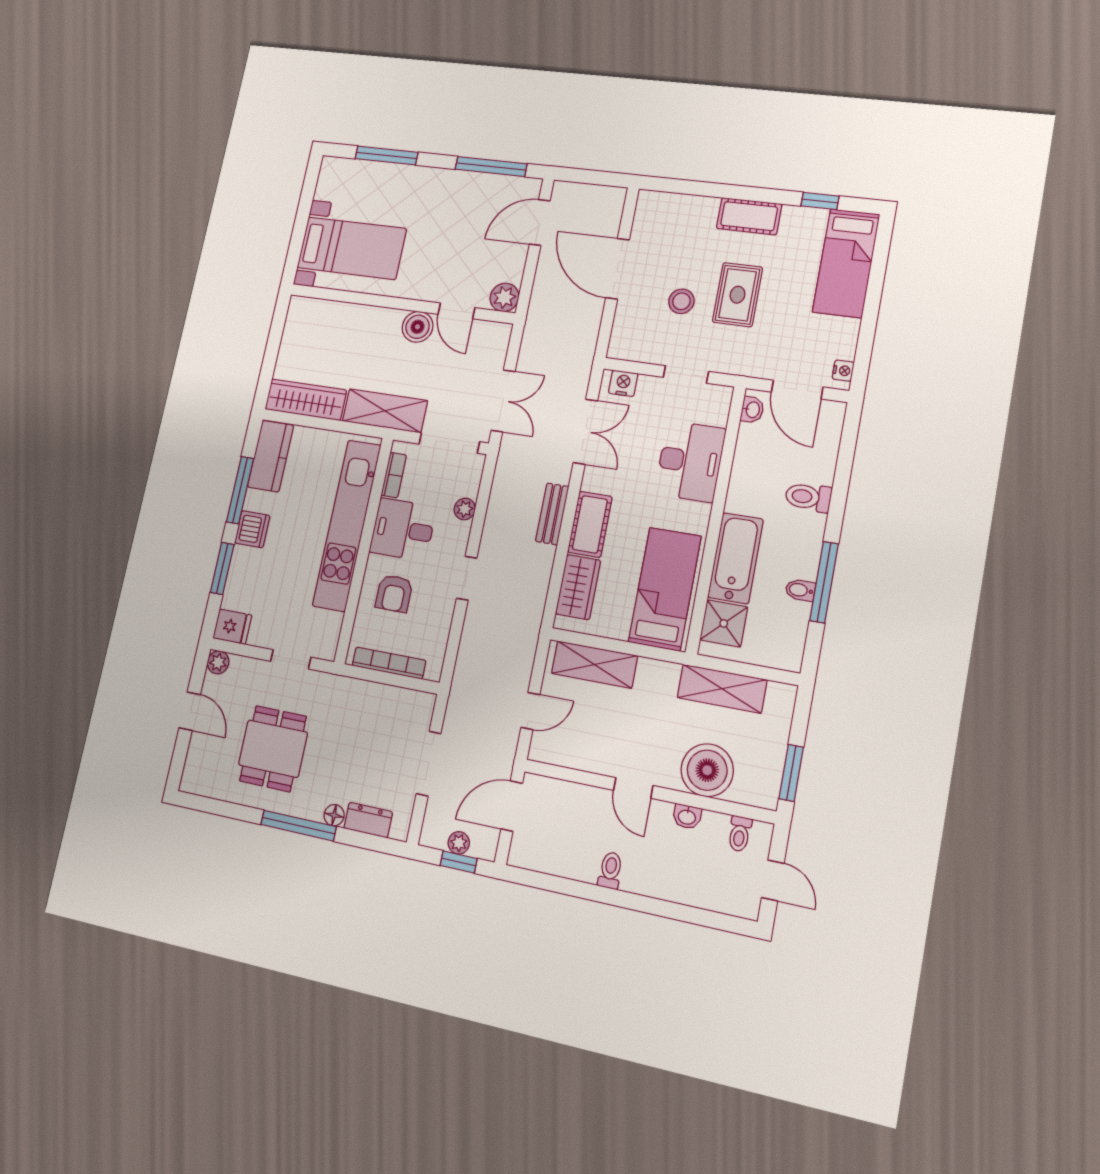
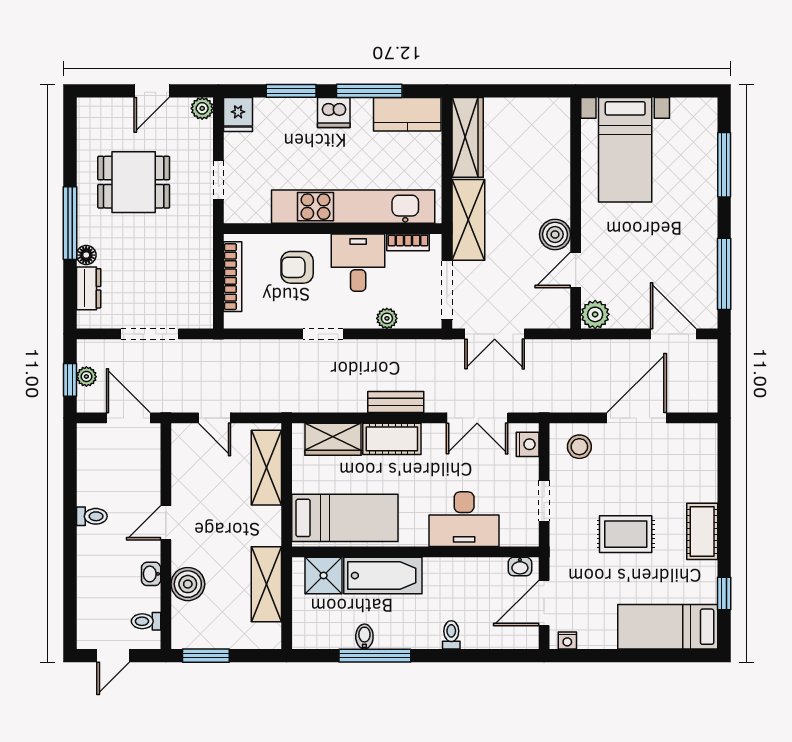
stool: (681, 301) -> (579, 447), moved
toilet: (808, 497) -> (451, 635), width x0.73, depth x0.72
boiler: (707, 770) -> (188, 584), width x0.73, depth x0.73

